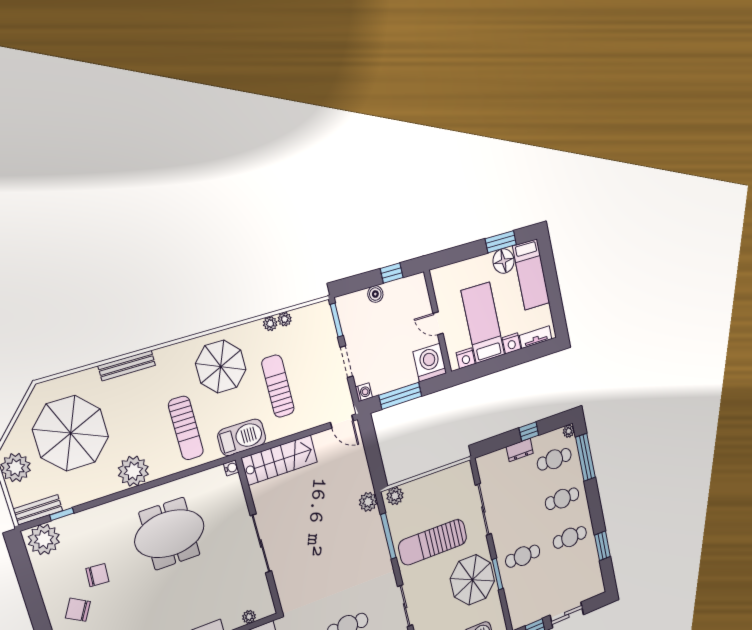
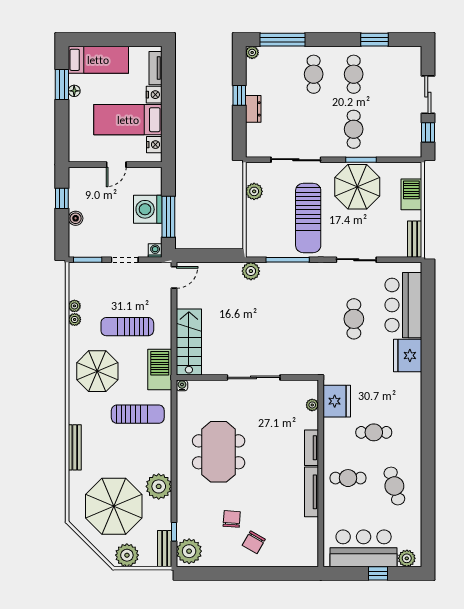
floor lamp: (503, 261) -> (74, 91), width x0.53, depth x0.53
washing machine: (430, 362) -> (148, 209), moved
cafe table: (554, 459) -> (274, 74), removed
plant: (133, 471) -> (159, 486), moved
plant: (395, 496) -> (254, 191), moved

